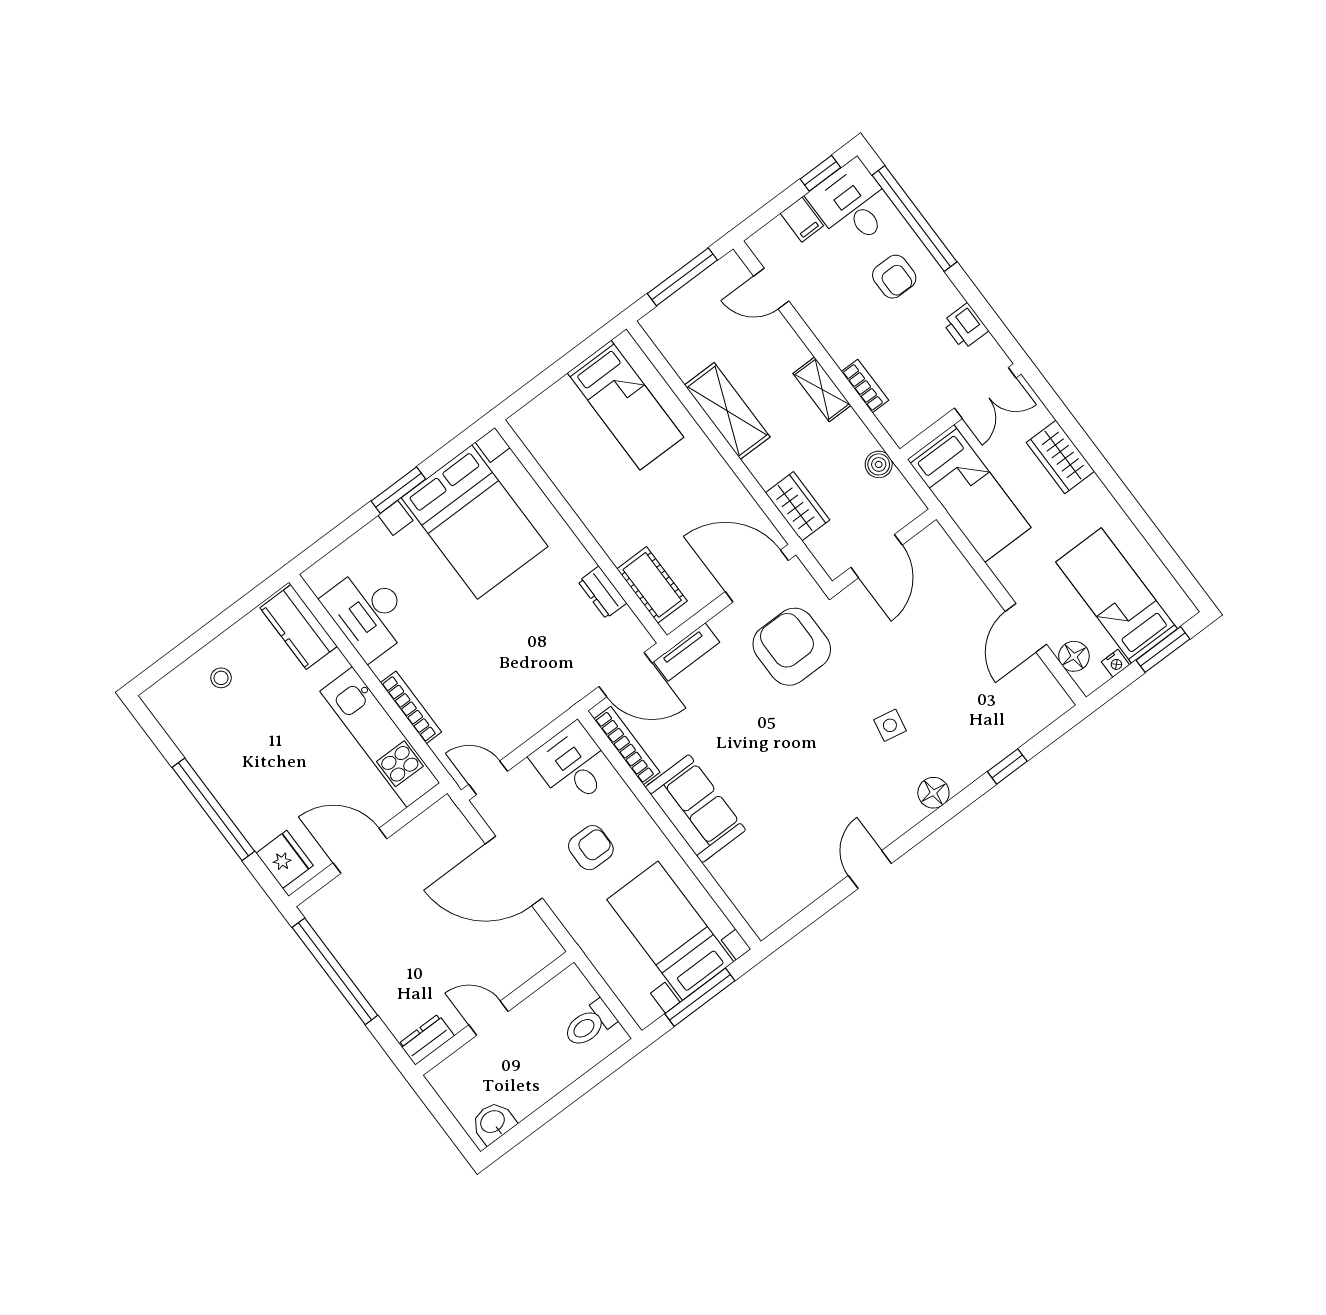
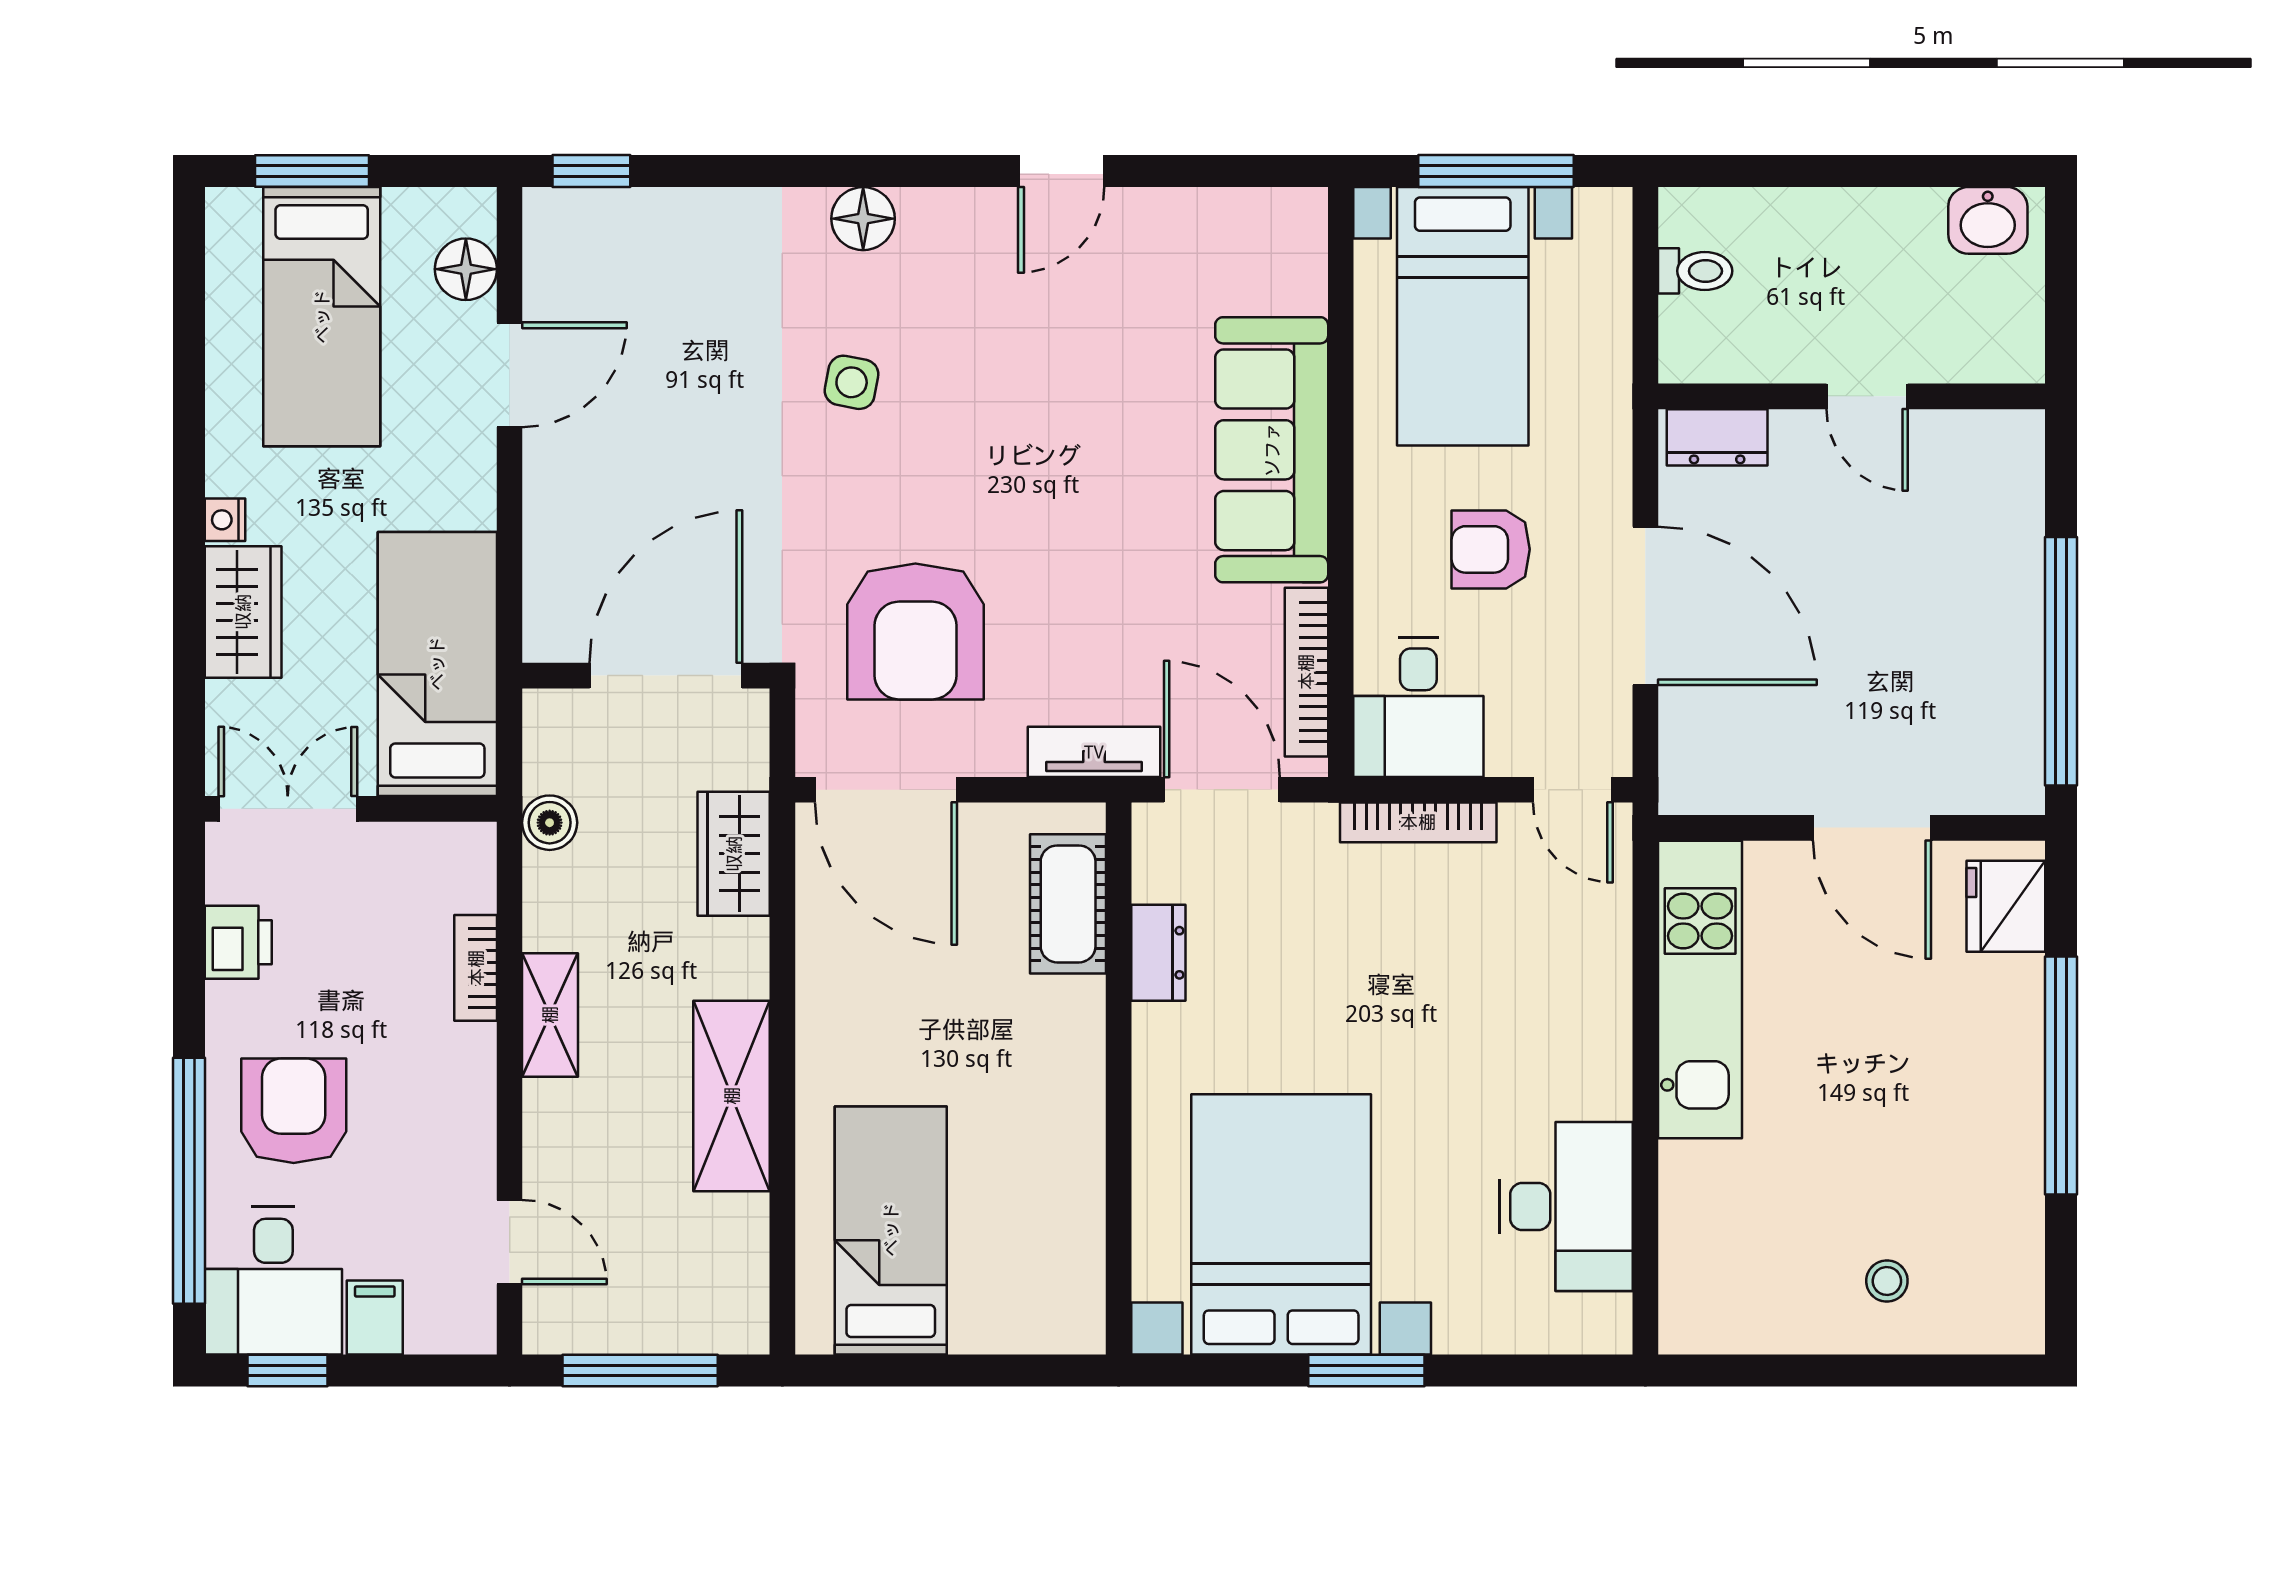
armchair: (894, 277) -> (294, 1111), width x1.38, depth x1.38
door: (876, 556) -> (666, 676), width x1.36
kitchen counter: (299, 627) -> (1698, 1269), removed
nightstand: (1115, 663) -> (225, 520), moved, turned -90
bookcase: (411, 707) -> (1418, 822), moved, turned -90
window: (1007, 766) -> (591, 171), moved
sofa: (695, 809) -> (1272, 450), width x1.36
toilet: (590, 1024) -> (1695, 271), width x0.73, depth x0.72
dresser: (427, 1040) -> (1717, 437), moved

